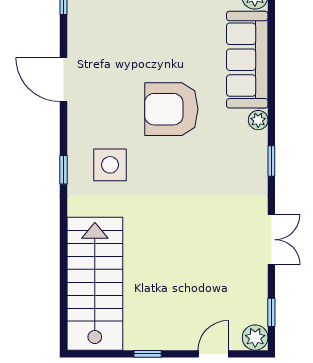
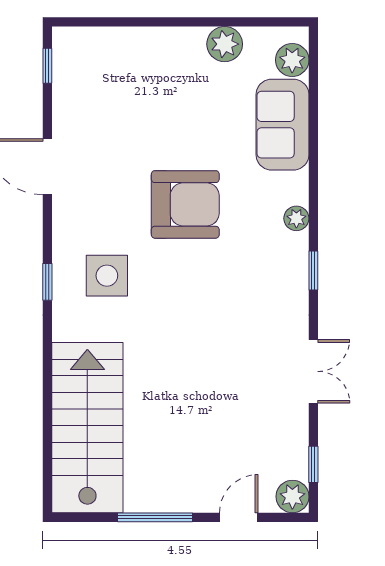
sofa: (247, 60) -> (282, 125), width x0.73
armchair: (171, 109) -> (185, 204), turned 180
window: (148, 354) -> (155, 517), width x2.17

